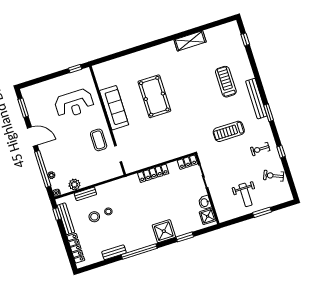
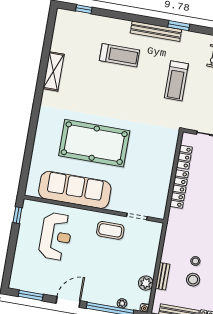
treadmill: (226, 82) -> (120, 55), turned 180
pool table: (154, 96) -> (94, 143), width x1.36, depth x1.32
sofa: (114, 108) -> (75, 190), width x1.36, depth x1.27
locker: (187, 162) -> (184, 157), moved

